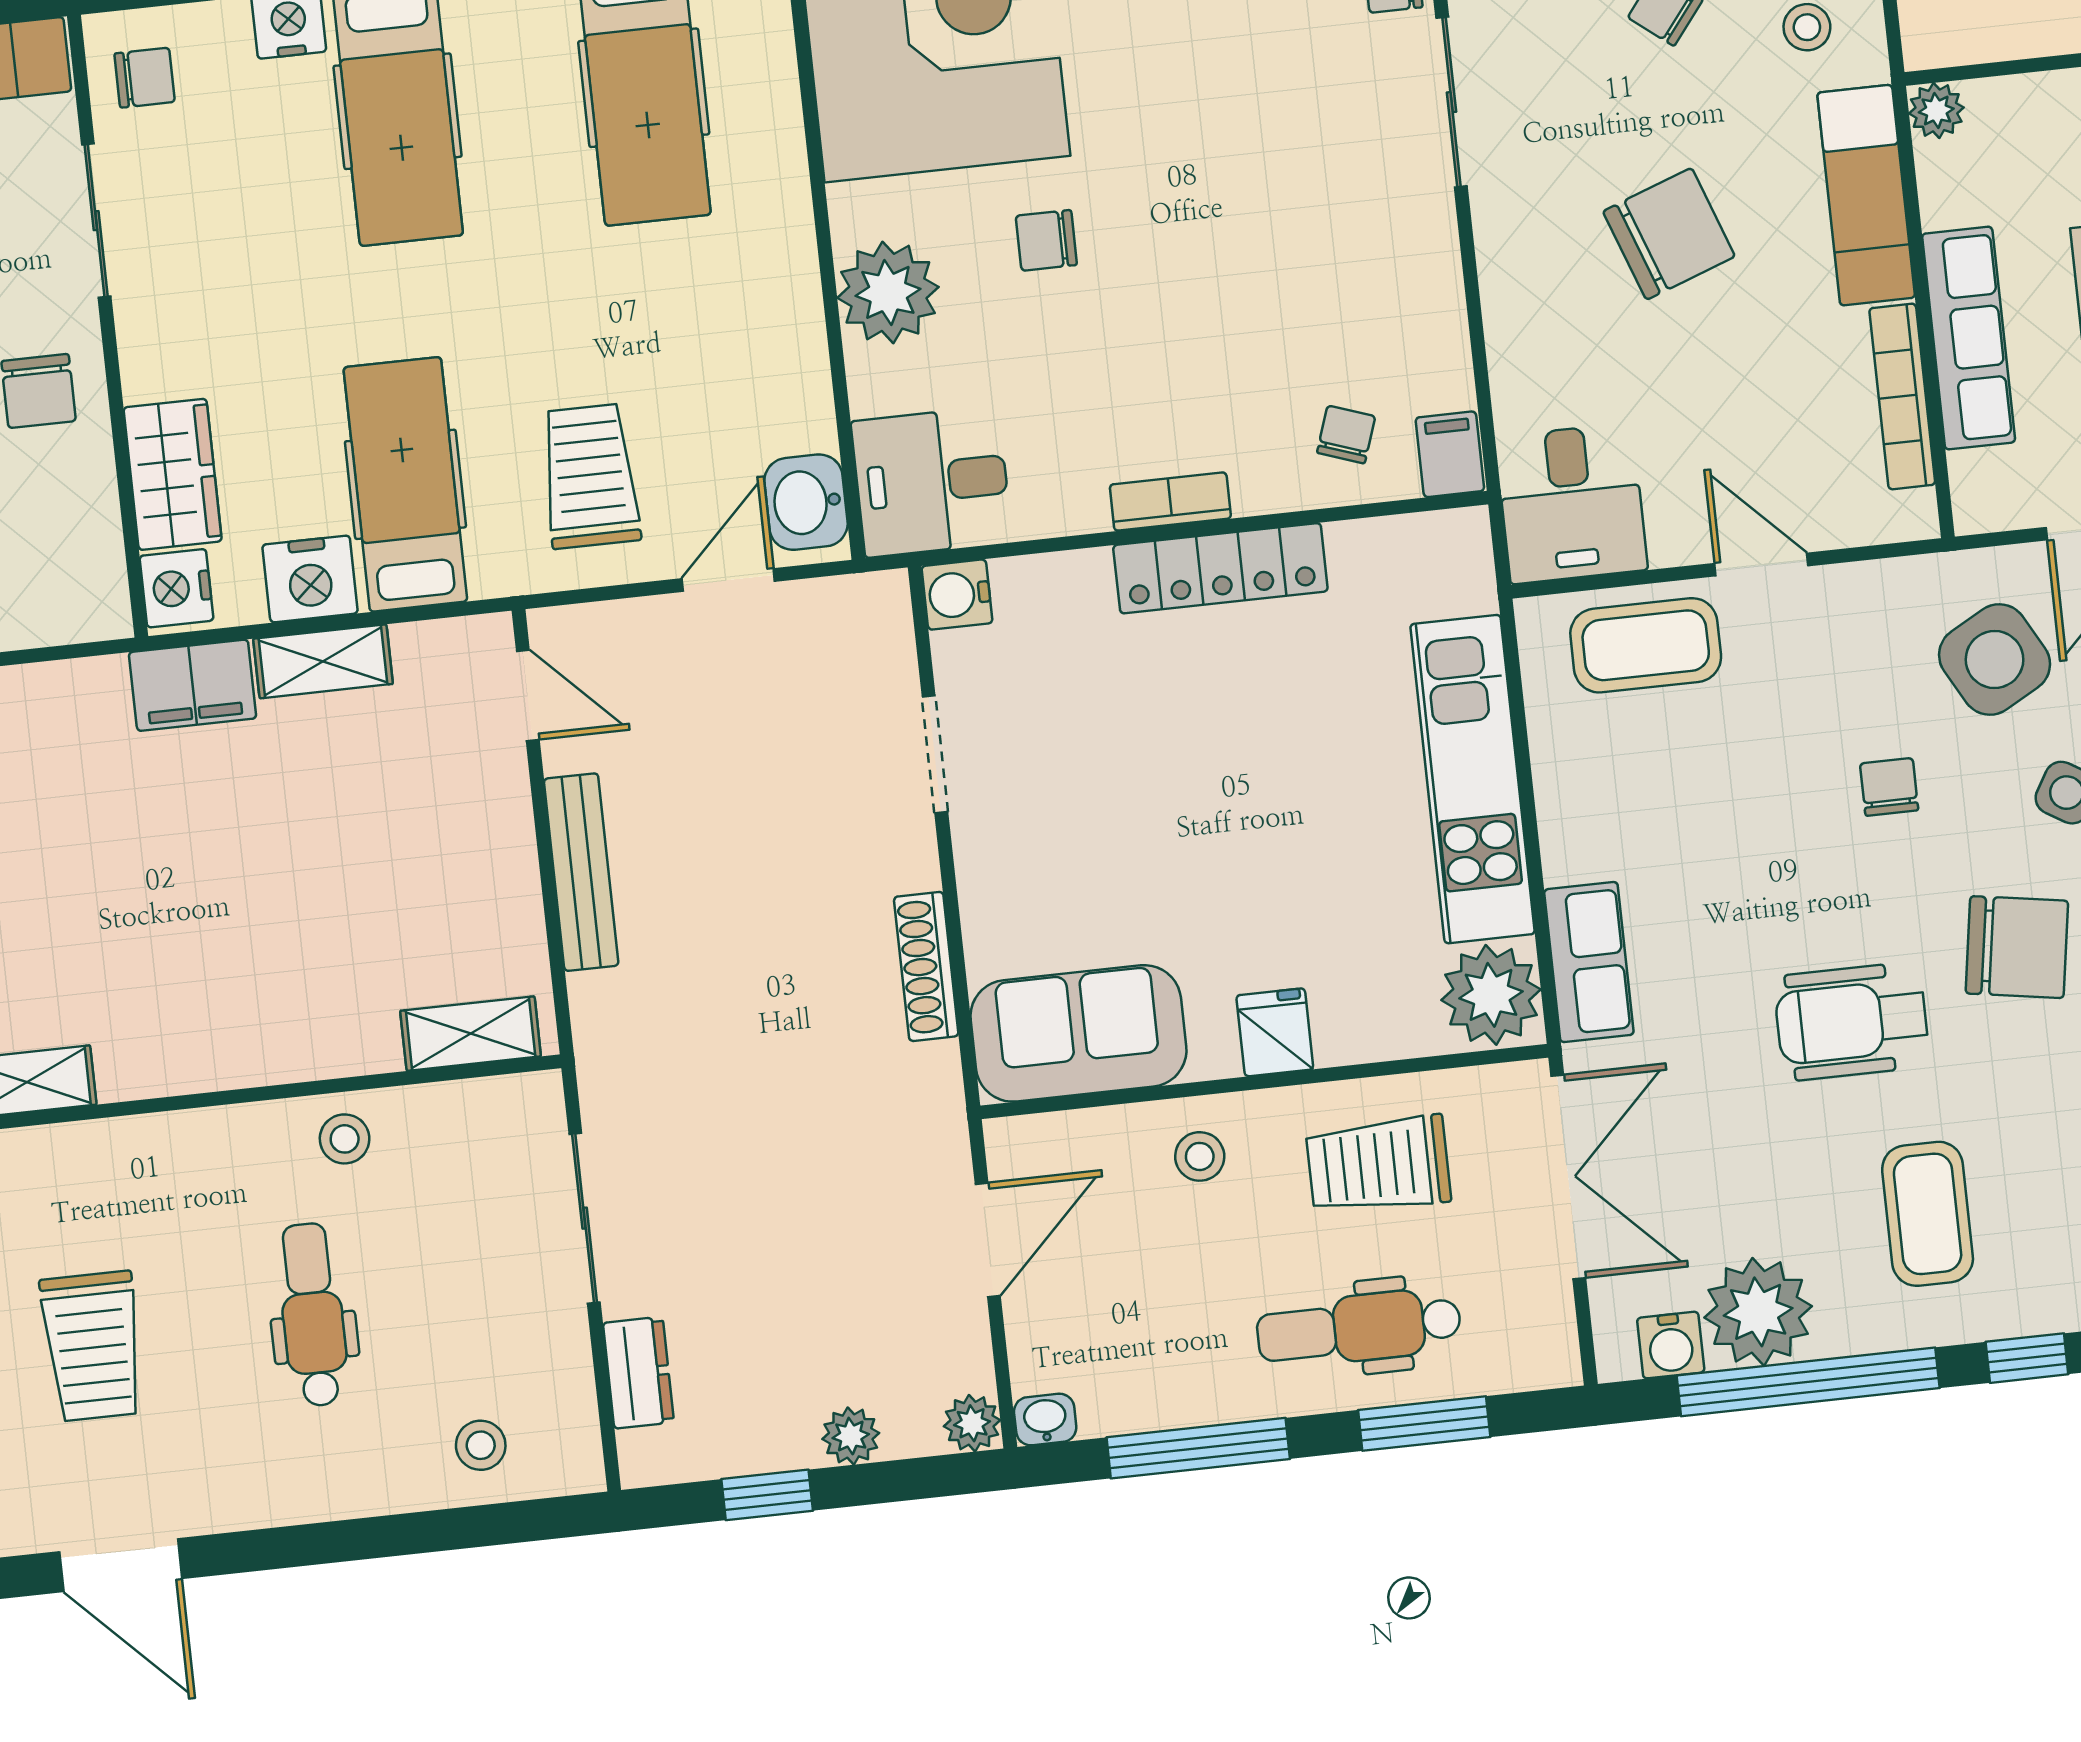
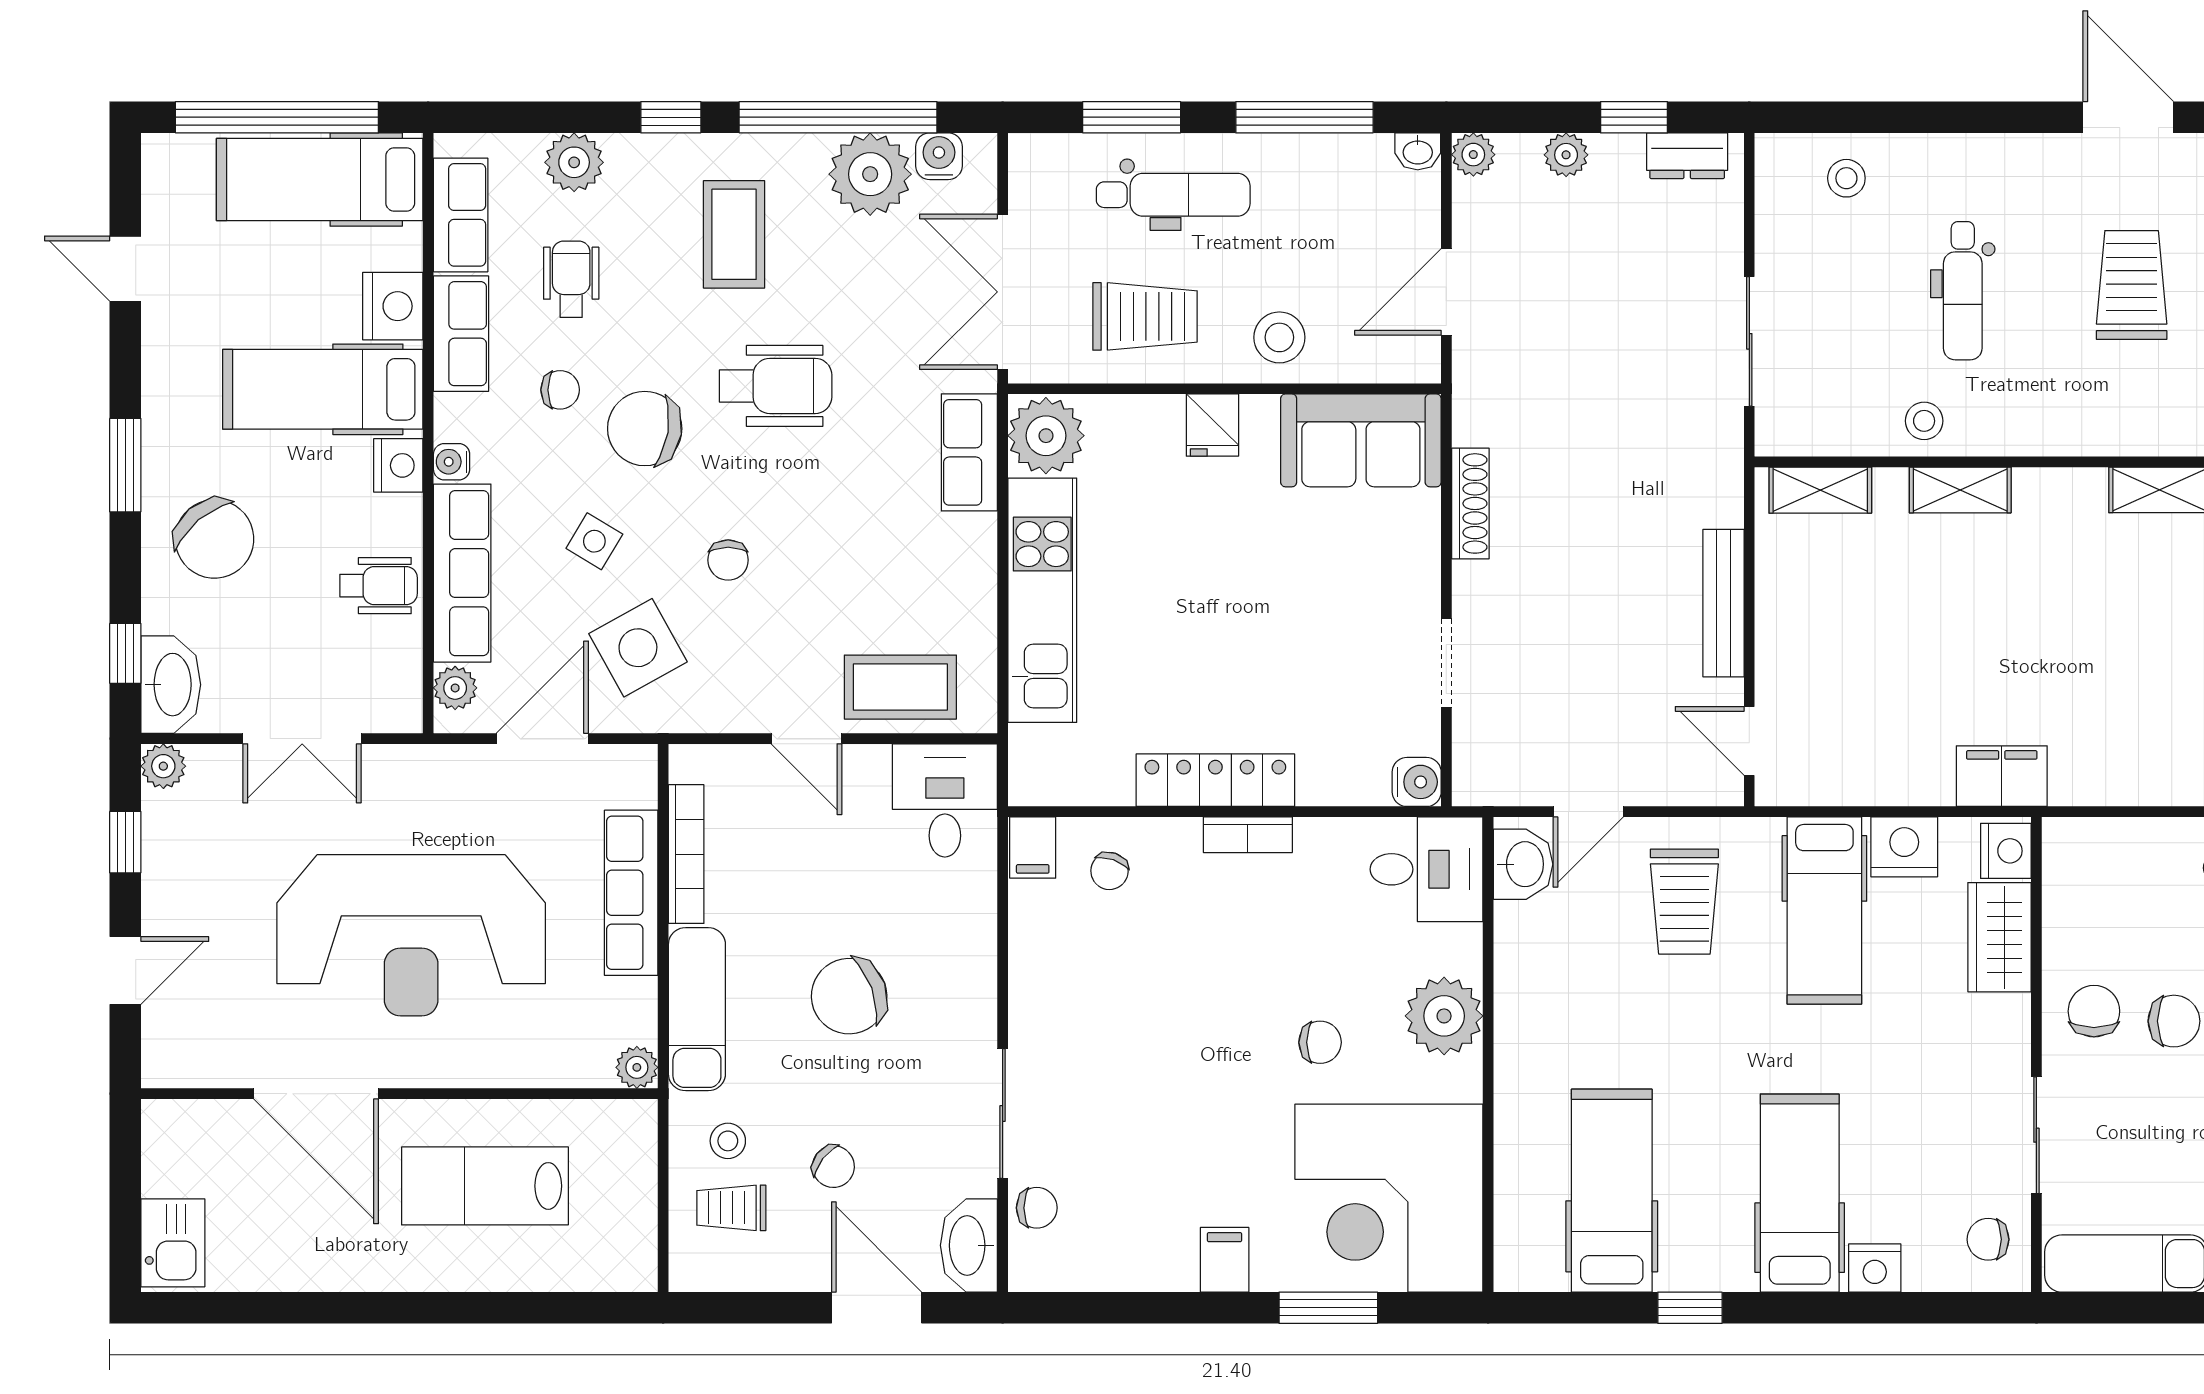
shelving: (323, 661) -> (1960, 490), moved
stool: (1200, 1156) -> (1279, 337), width x1.37, depth x1.37
dresser: (638, 1373) -> (1687, 156), moved, turned -90

